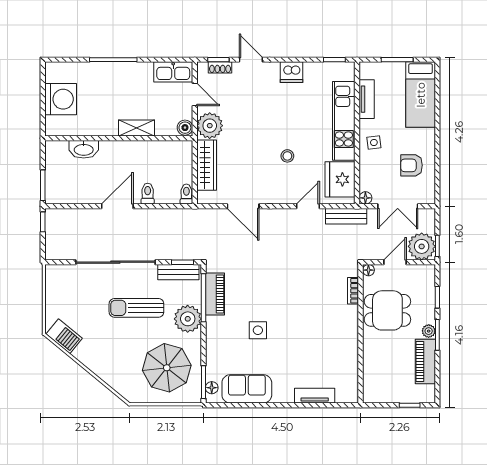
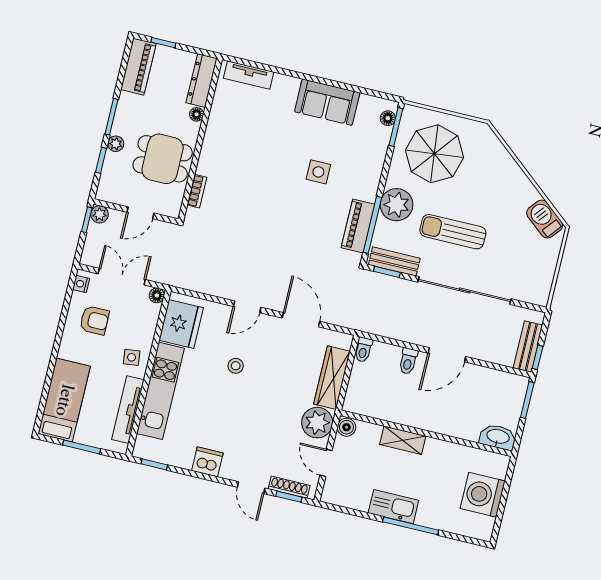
shoe rack: (220, 67) -> (289, 487), width x1.43
kitchen sink: (173, 72) -> (393, 507), moved
tv unit: (367, 99) -> (128, 410), width x1.41
washbasin: (84, 149) -> (498, 437), moved
nightstand: (429, 192) -> (81, 284), added
door: (308, 206) -> (247, 307), moved
bench: (346, 216) -> (528, 347), moved, turned 90
plant: (422, 246) -> (100, 214), width x0.53, depth x0.53
floor lamp: (368, 270) -> (197, 114), moved
sun lounger: (136, 308) -> (453, 232), turned 180
plant: (429, 331) -> (116, 144), moved
piano: (425, 361) -> (138, 67), moved
dresser: (371, 382) -> (202, 81), added
sofa: (247, 389) -> (327, 102), moved
tv unit: (315, 396) -> (249, 75), moved

